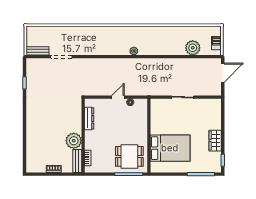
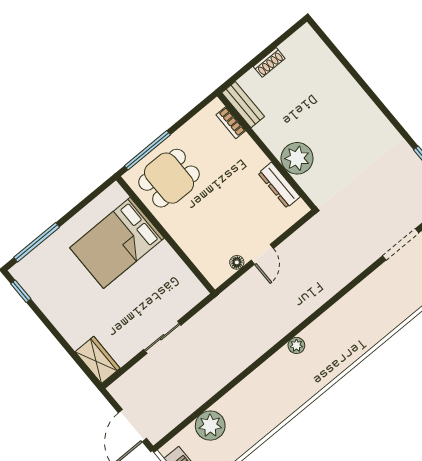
plant: (74, 141) -> (297, 158), moved
wardrobe: (215, 141) -> (98, 360), moved

